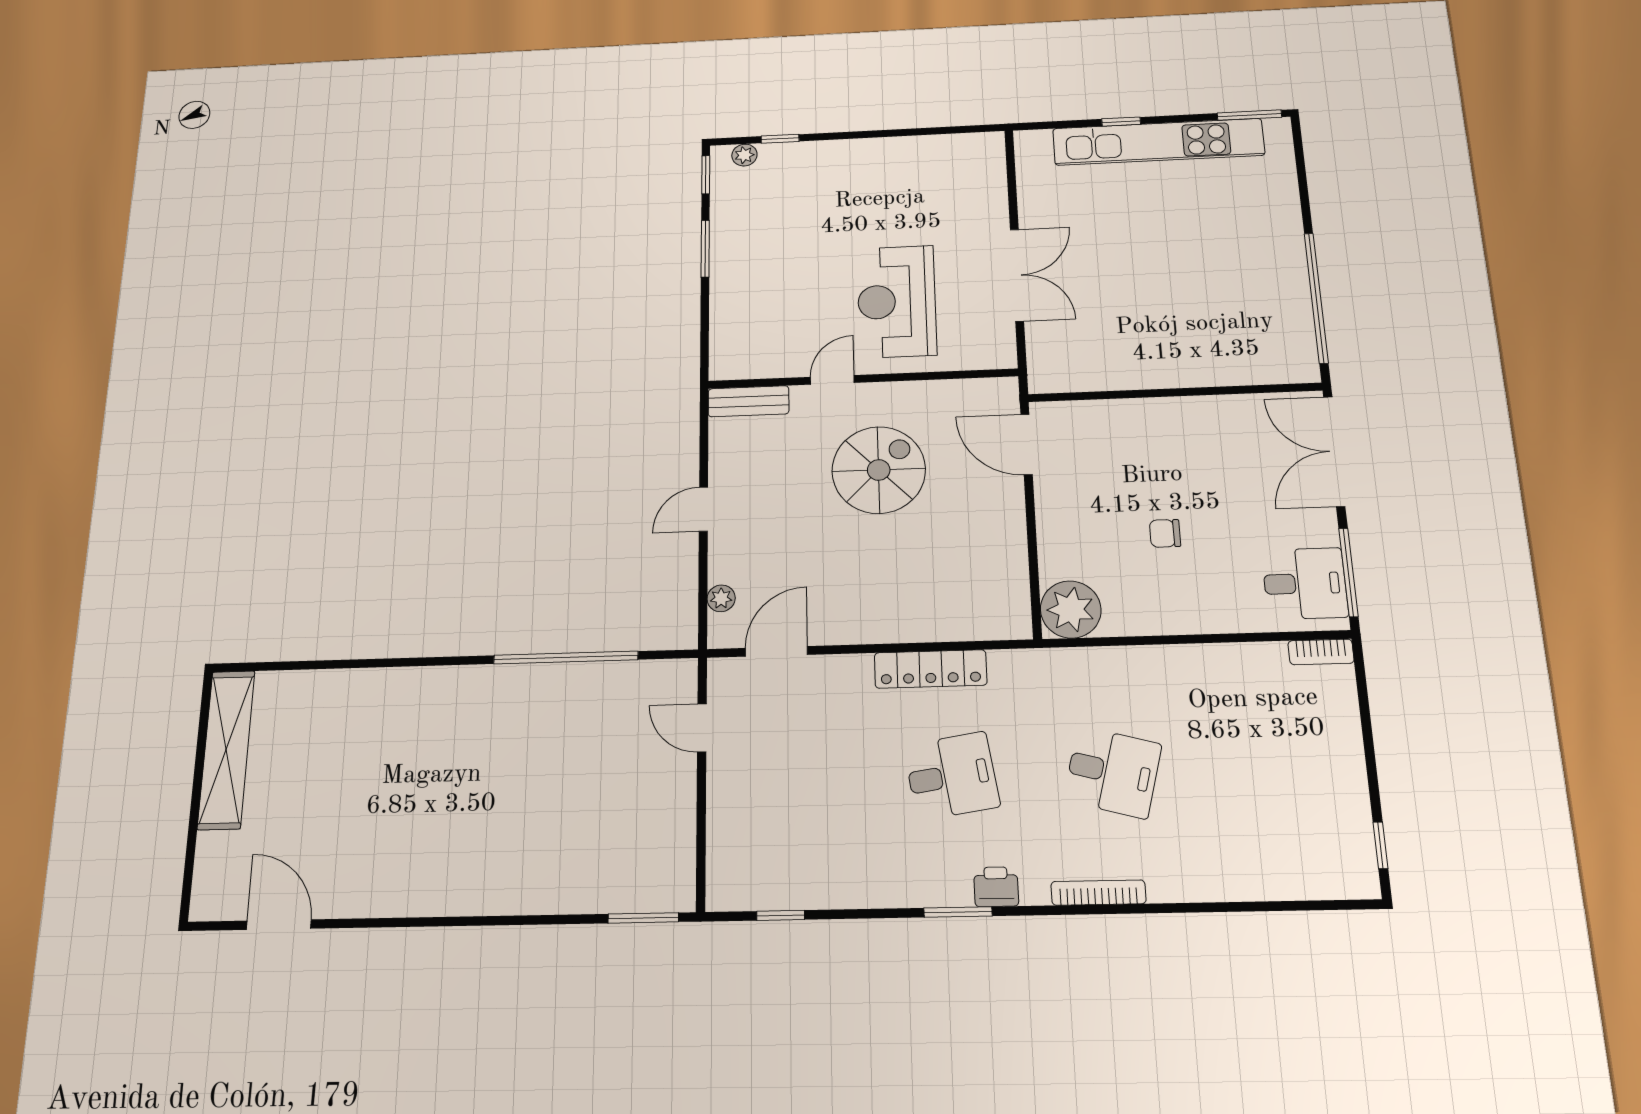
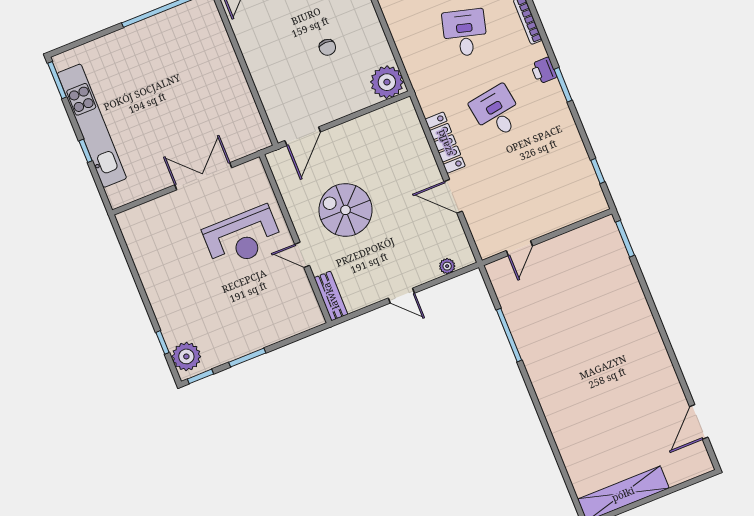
plant: (744, 155) -> (186, 356), width x1.88, depth x1.88
door: (776, 651) -> (453, 196), moved
window: (566, 658) -> (509, 335), width x0.68

